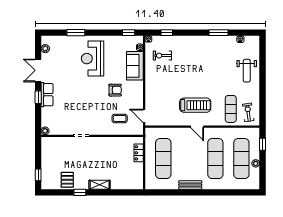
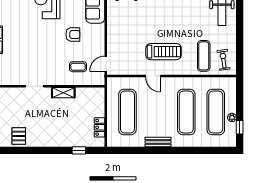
door: (144, 116) -> (106, 64), hinge flipped
door: (197, 127) -> (153, 76), moved
window: (263, 144) -> (240, 127), moved
locker: (139, 153) -> (99, 127), moved
shelving: (100, 185) -> (63, 93), moved
window: (80, 192) -> (79, 150), moved

